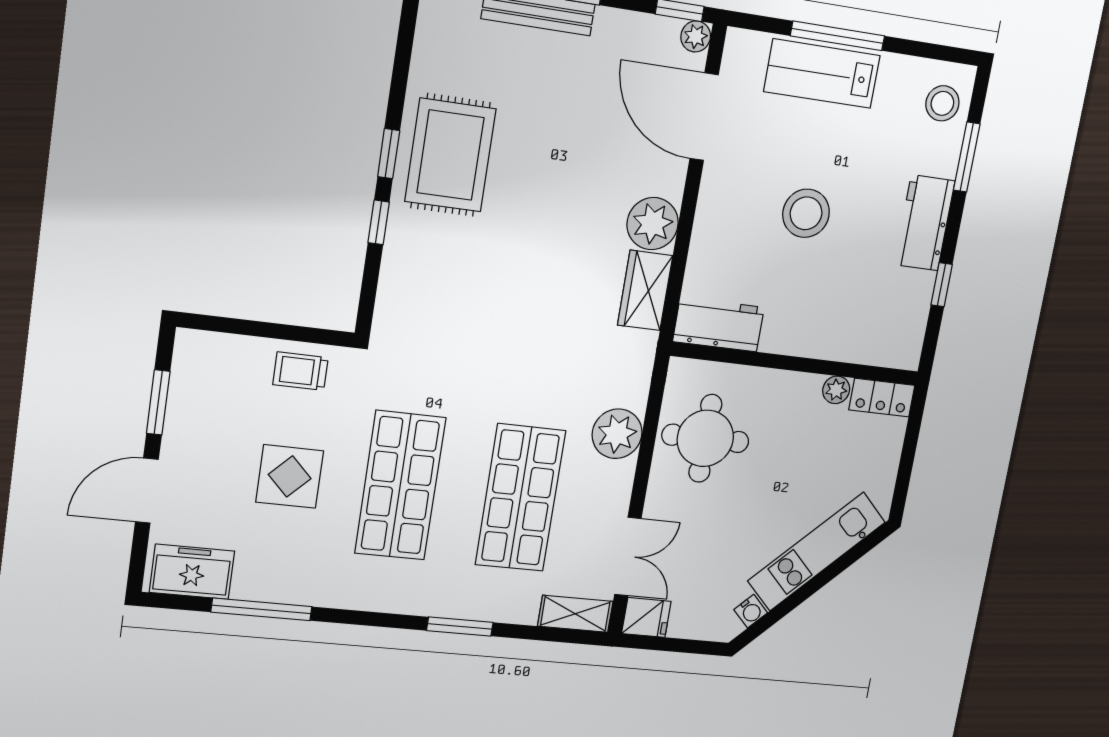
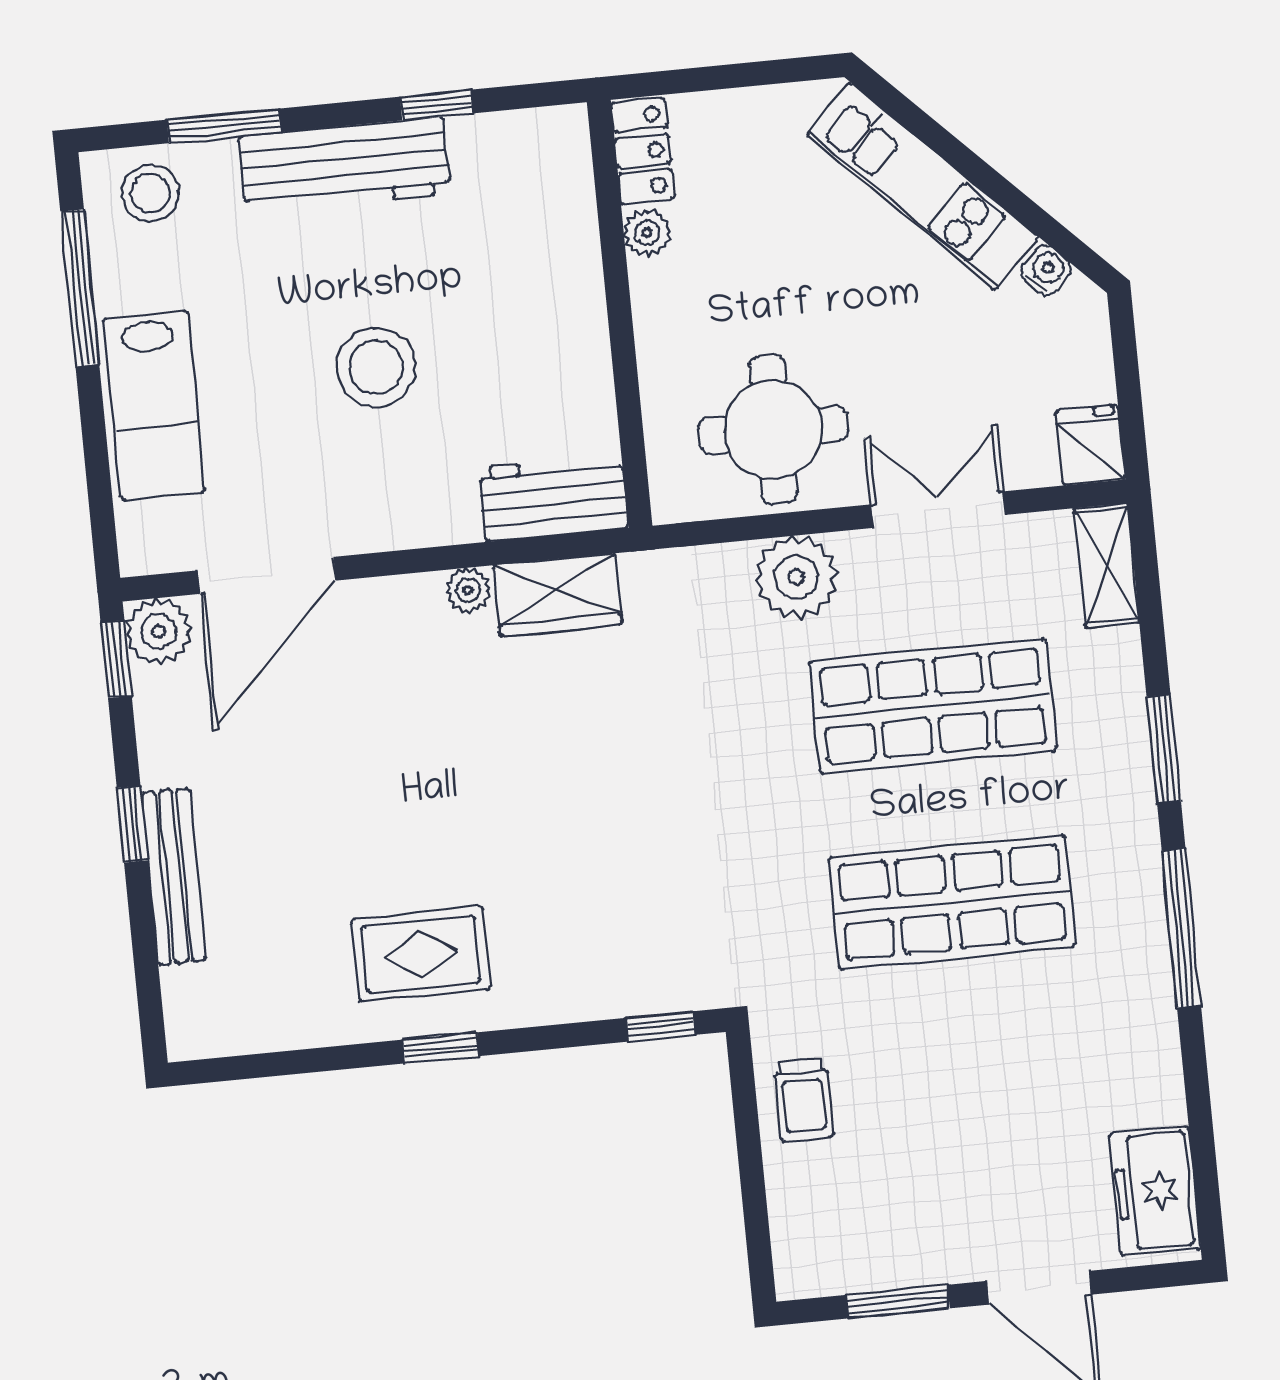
plant: (696, 36) -> (159, 631), width x1.38, depth x1.38
window: (838, 36) -> (80, 288), moved
rug: (450, 155) -> (421, 954), width x0.73, depth x0.70
window: (379, 222) -> (660, 1026), moved
workbench: (924, 223) -> (345, 165), width x1.38
plant: (653, 224) -> (468, 590), width x0.53, depth x0.53
workbench: (719, 324) -> (554, 498), moved, turned 90
display table: (290, 476) -> (973, 1077), removed
double door: (628, 557) -> (938, 510), moved
window: (262, 609) -> (1181, 928), moved

